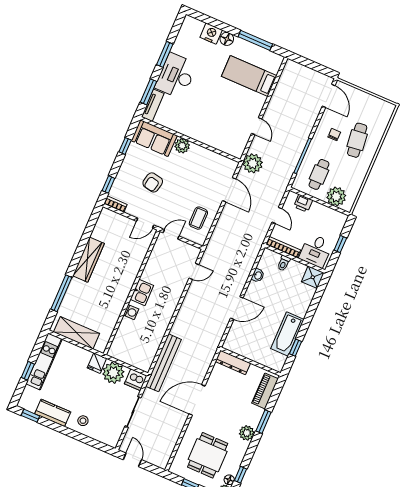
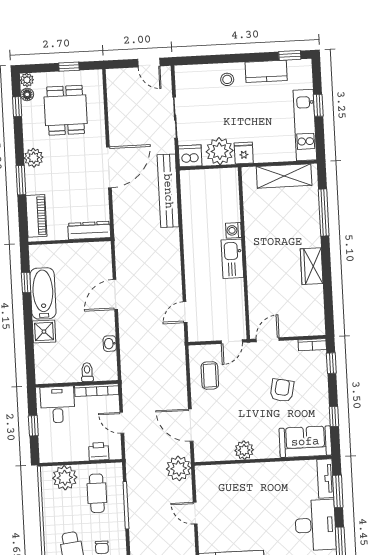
plant: (182, 146) -> (244, 450), moved
wardrobe: (88, 260) -> (312, 266), width x0.67
shower: (313, 277) -> (44, 332), moved
kitchen sink: (142, 292) -> (232, 259), width x1.38

